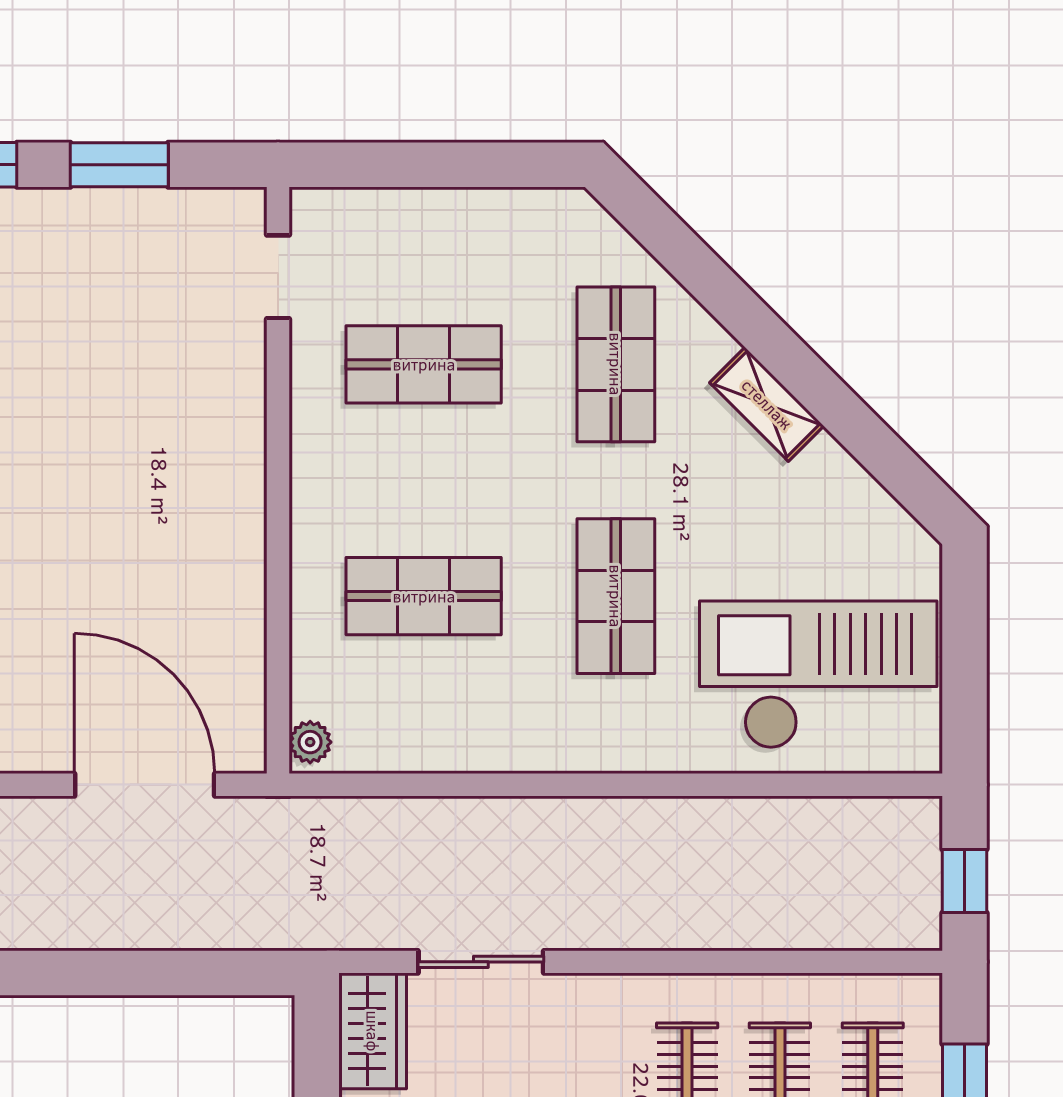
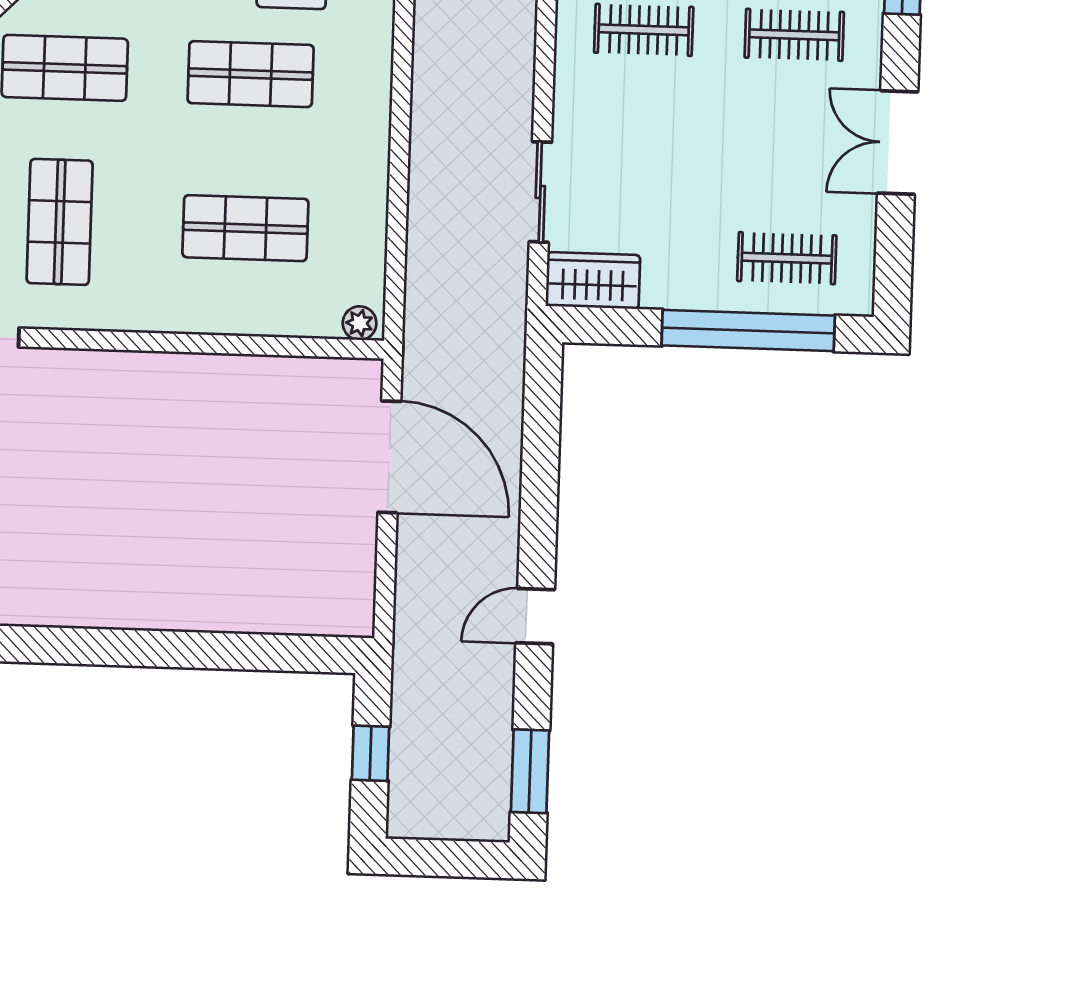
shop shelf: (424, 596) -> (245, 228), turned 90
door: (145, 785) -> (389, 457), swing flipped

